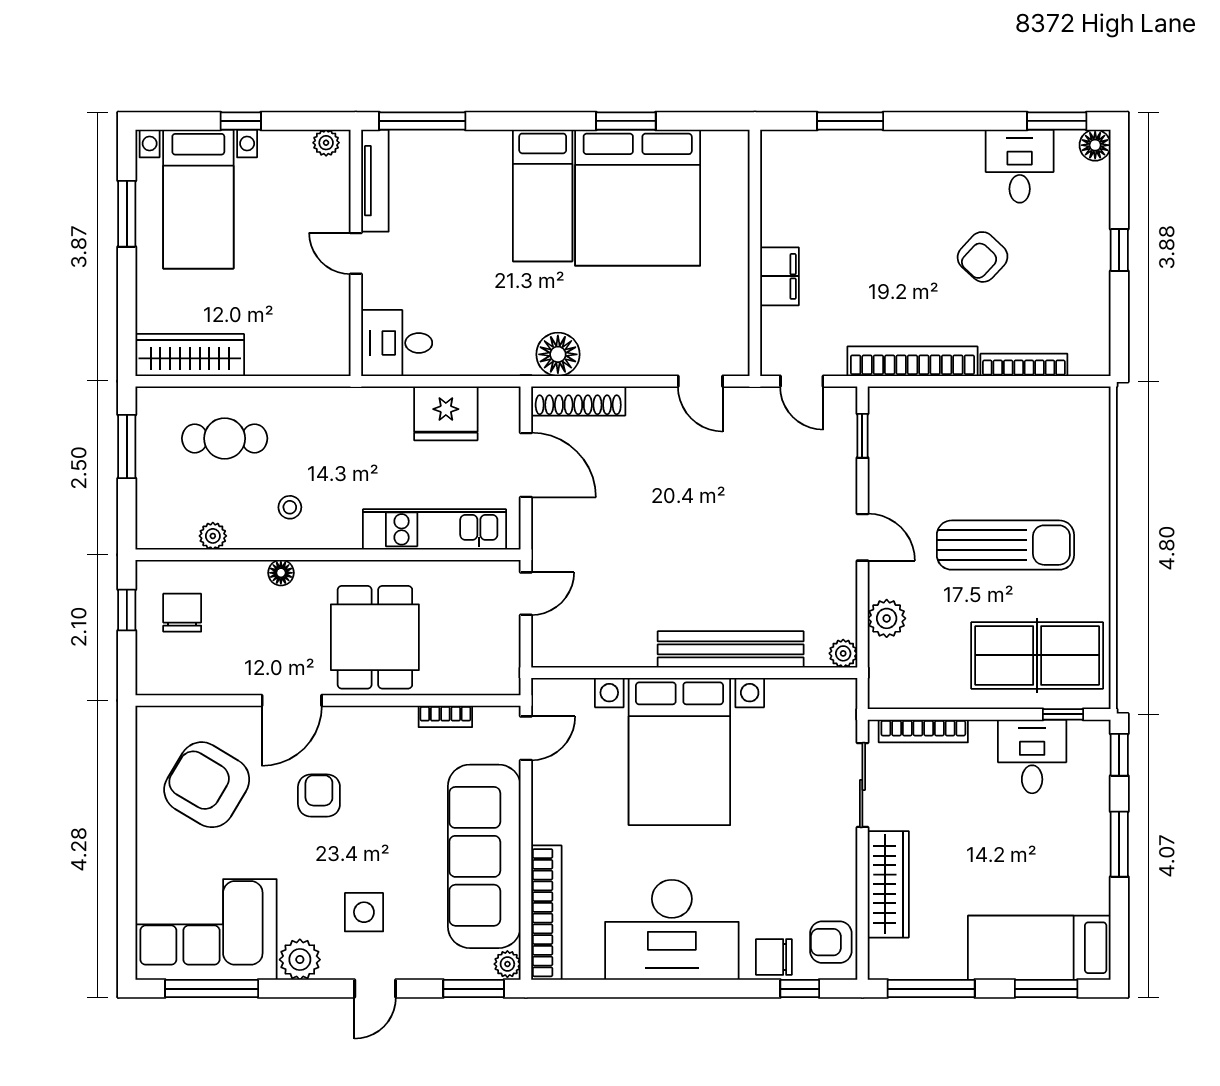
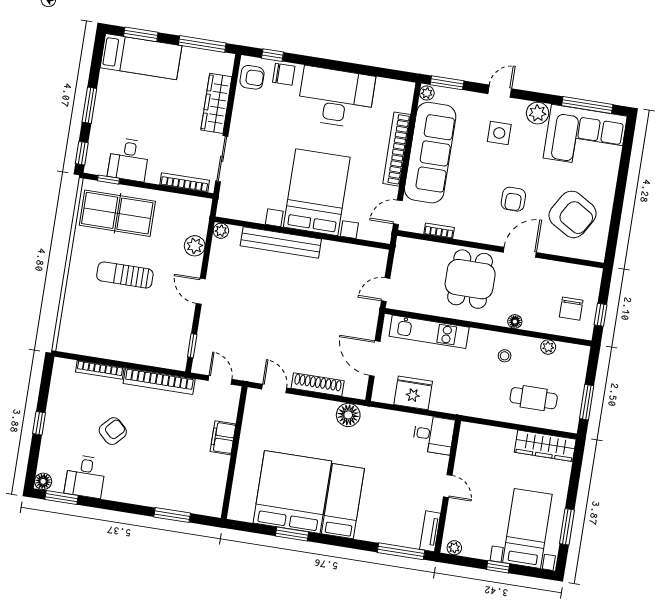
tv unit: (375, 181) -> (430, 531), width x0.71
shoe rack: (578, 401) -> (318, 385), moved
sun lounger: (1005, 545) -> (125, 275), width x0.73, depth x0.75
bookcase: (546, 913) -> (397, 149), moved

